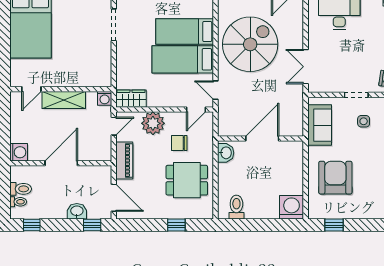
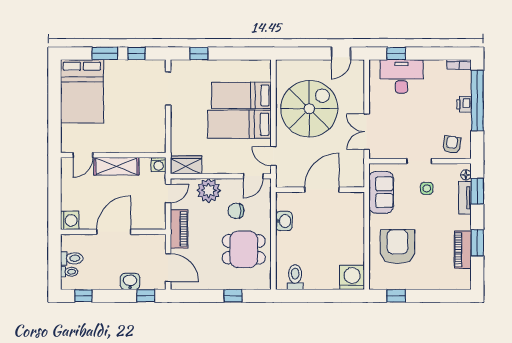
wall: (261, 139) -> (320, 190), moved
door: (262, 139) -> (322, 190), moved

